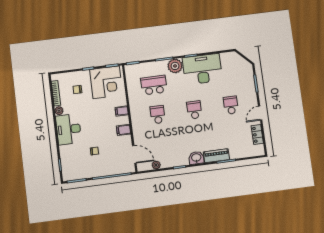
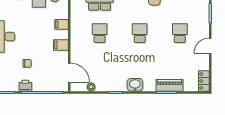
locker: (257, 135) -> (204, 81), moved
piano: (217, 156) -> (169, 85), moved
printer: (95, 172) -> (25, 86), added

